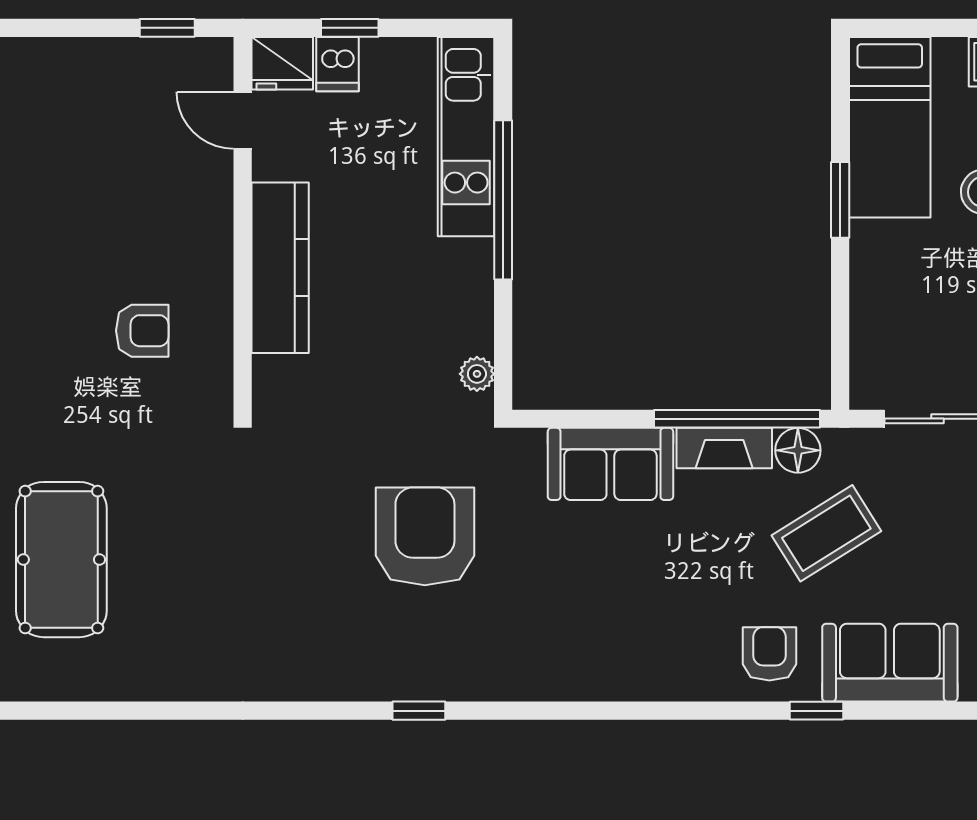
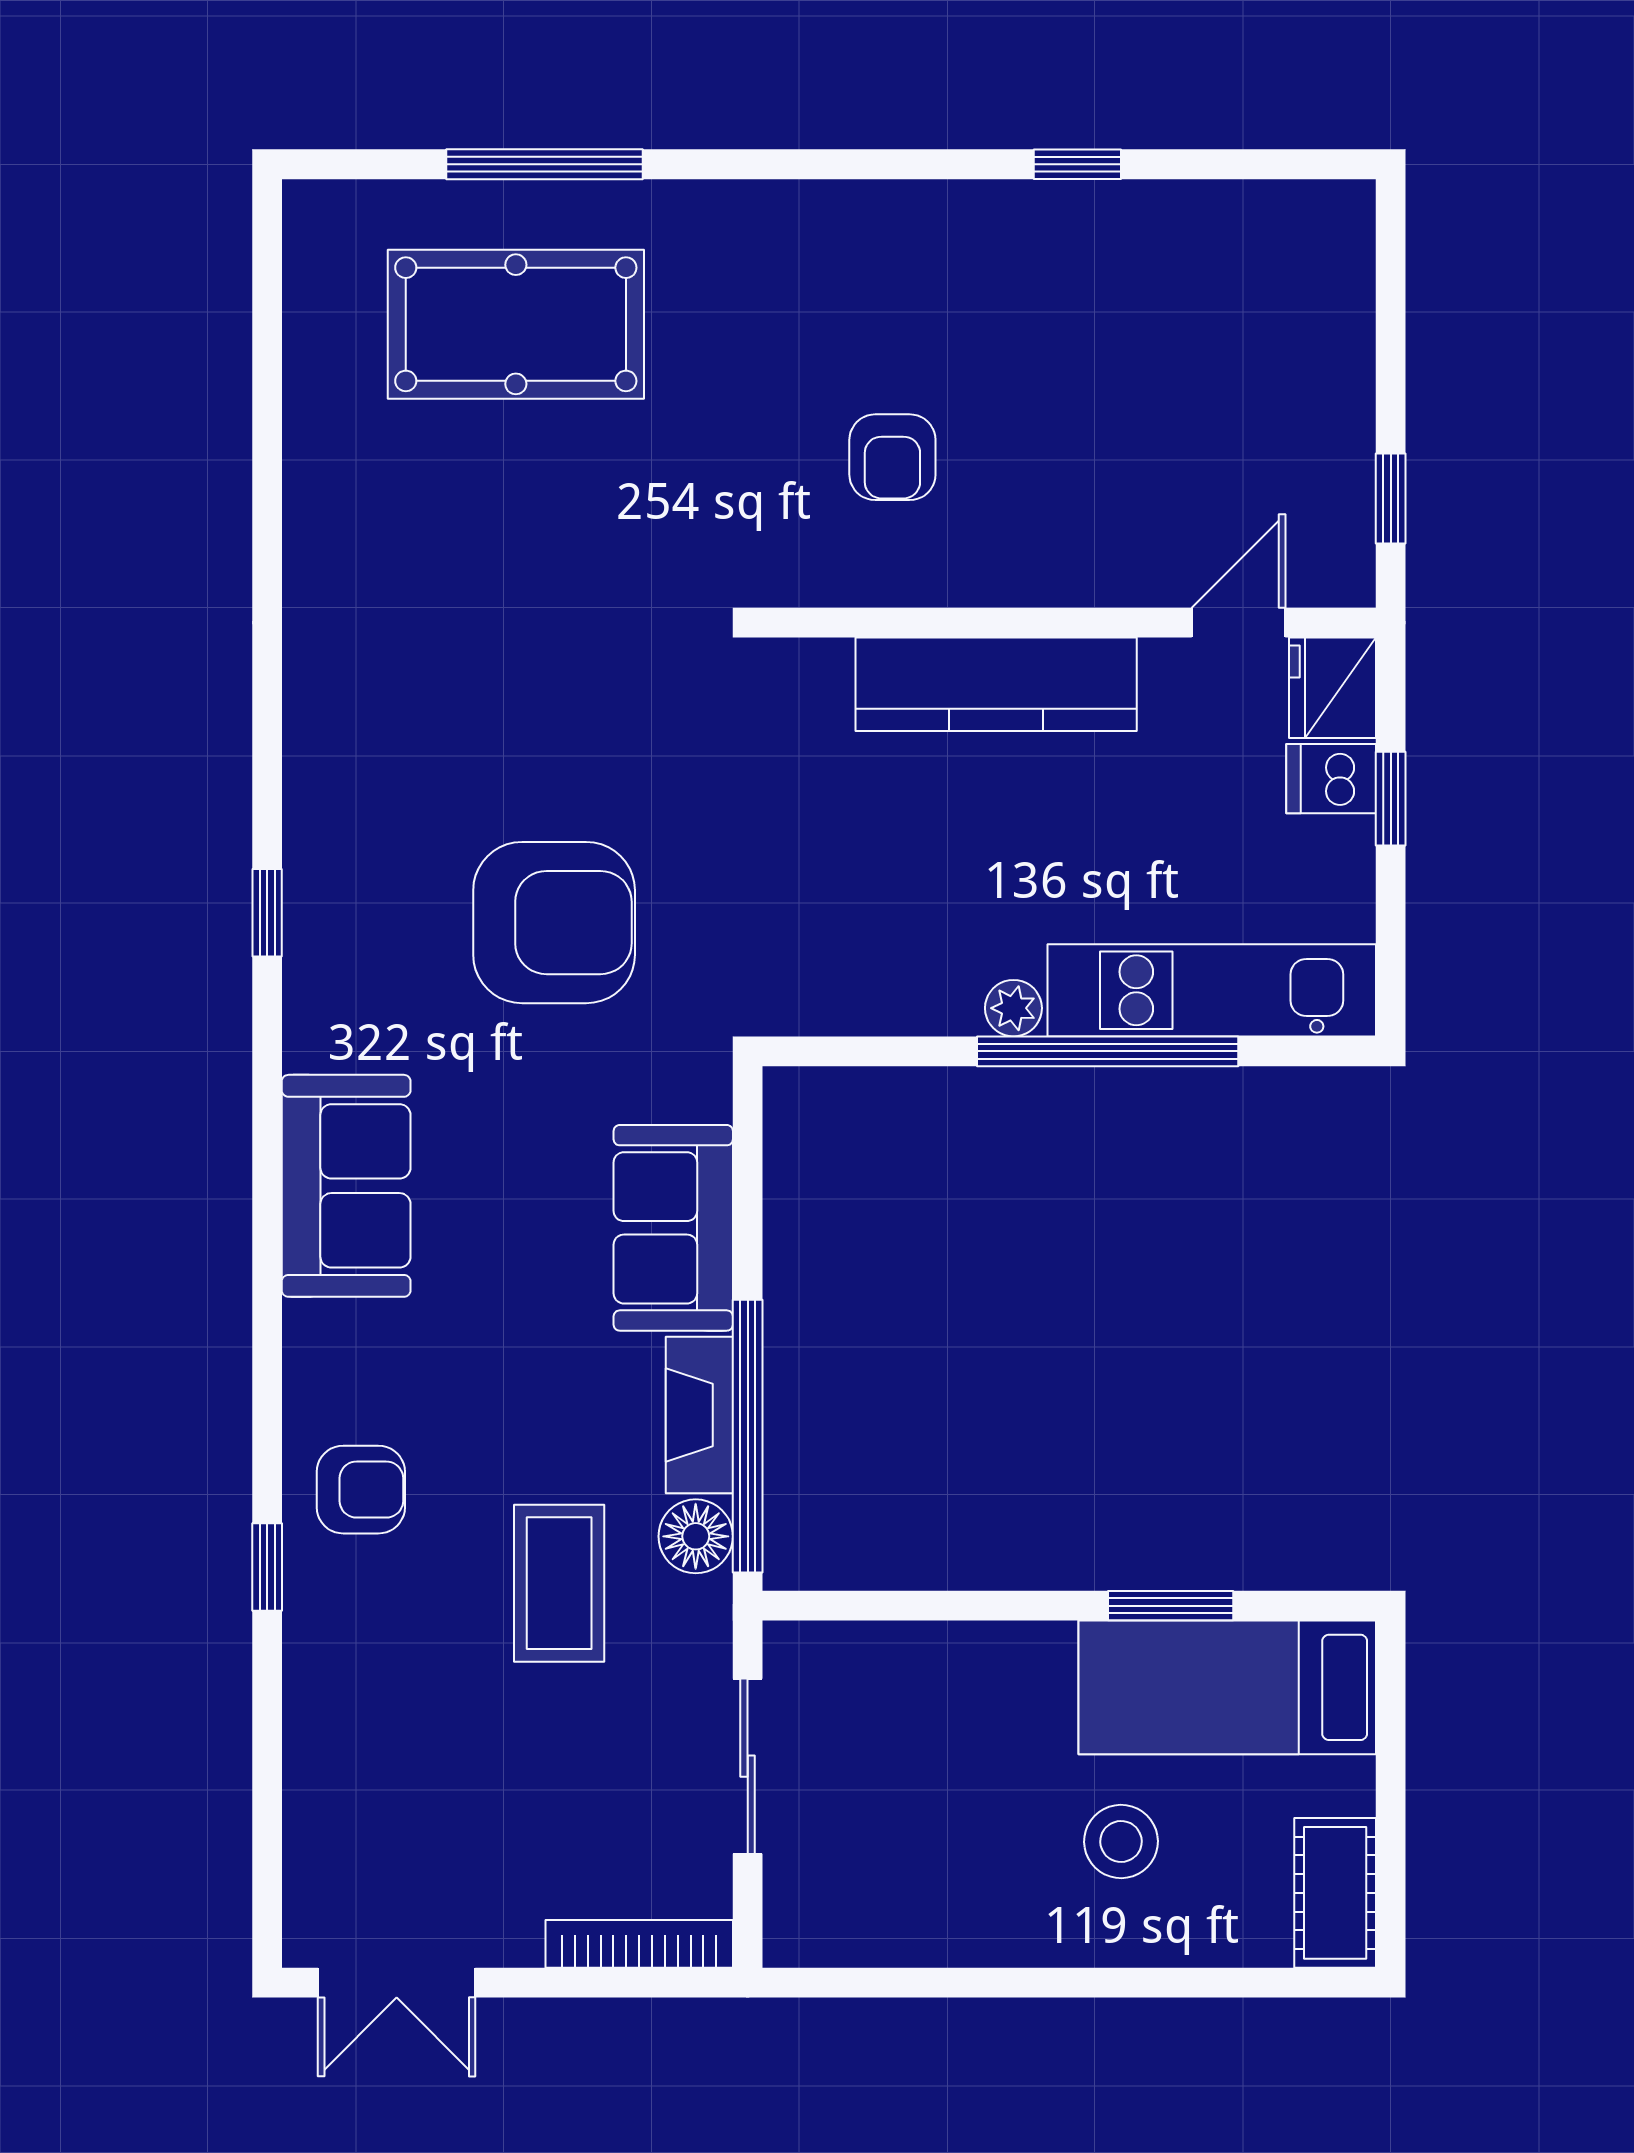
window: (840, 200) -> (1171, 1606), moved
plant: (477, 374) -> (1013, 1008), moved
coffee table: (826, 533) -> (559, 1583), turned 32
sofa: (890, 663) -> (346, 1186), moved

